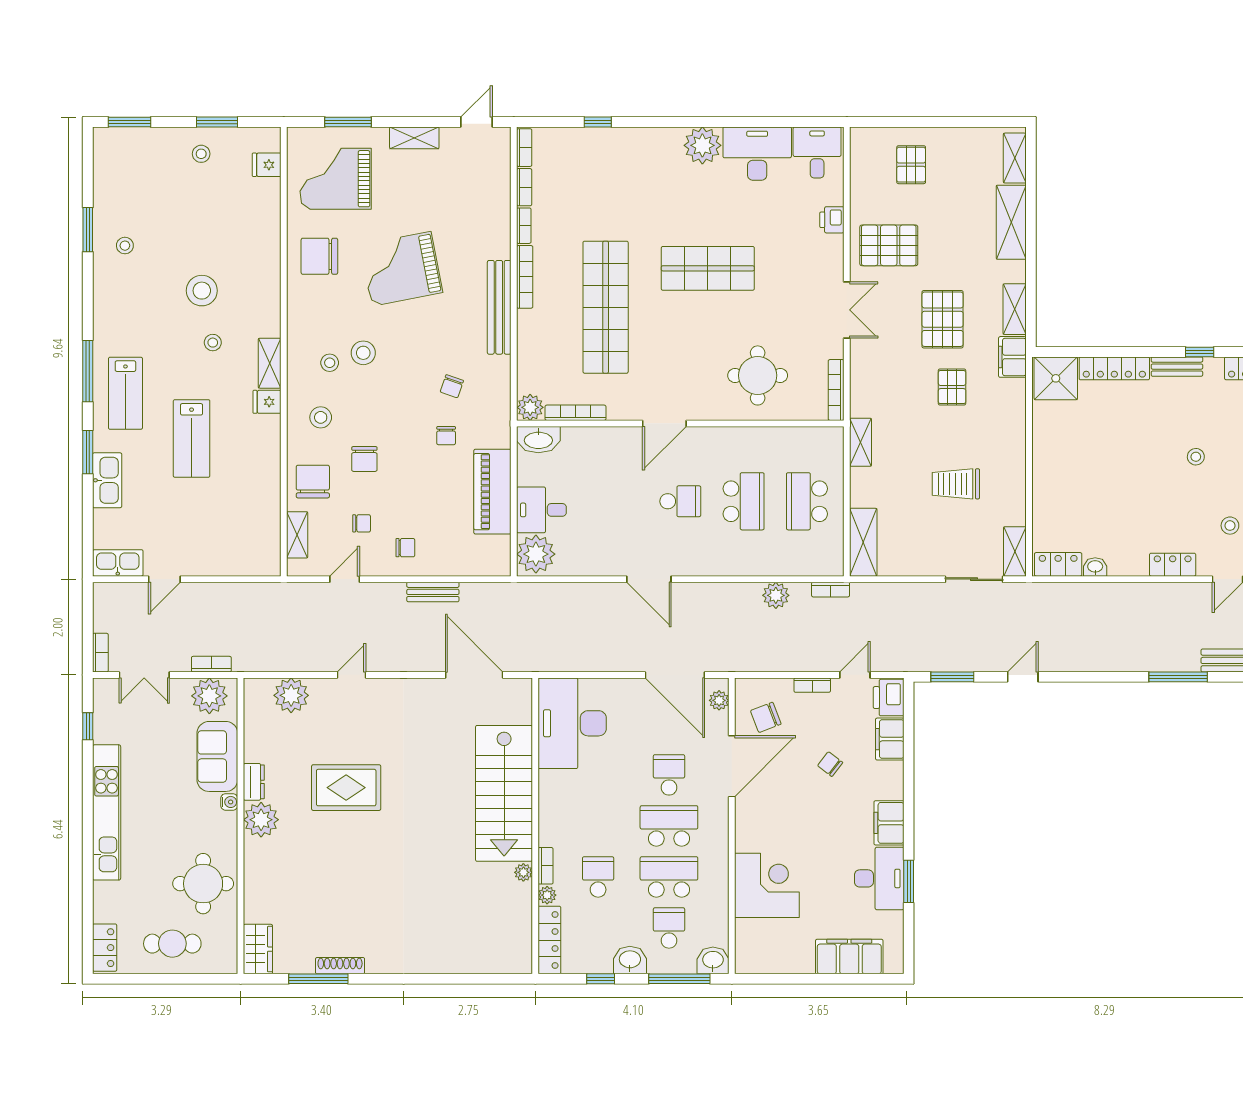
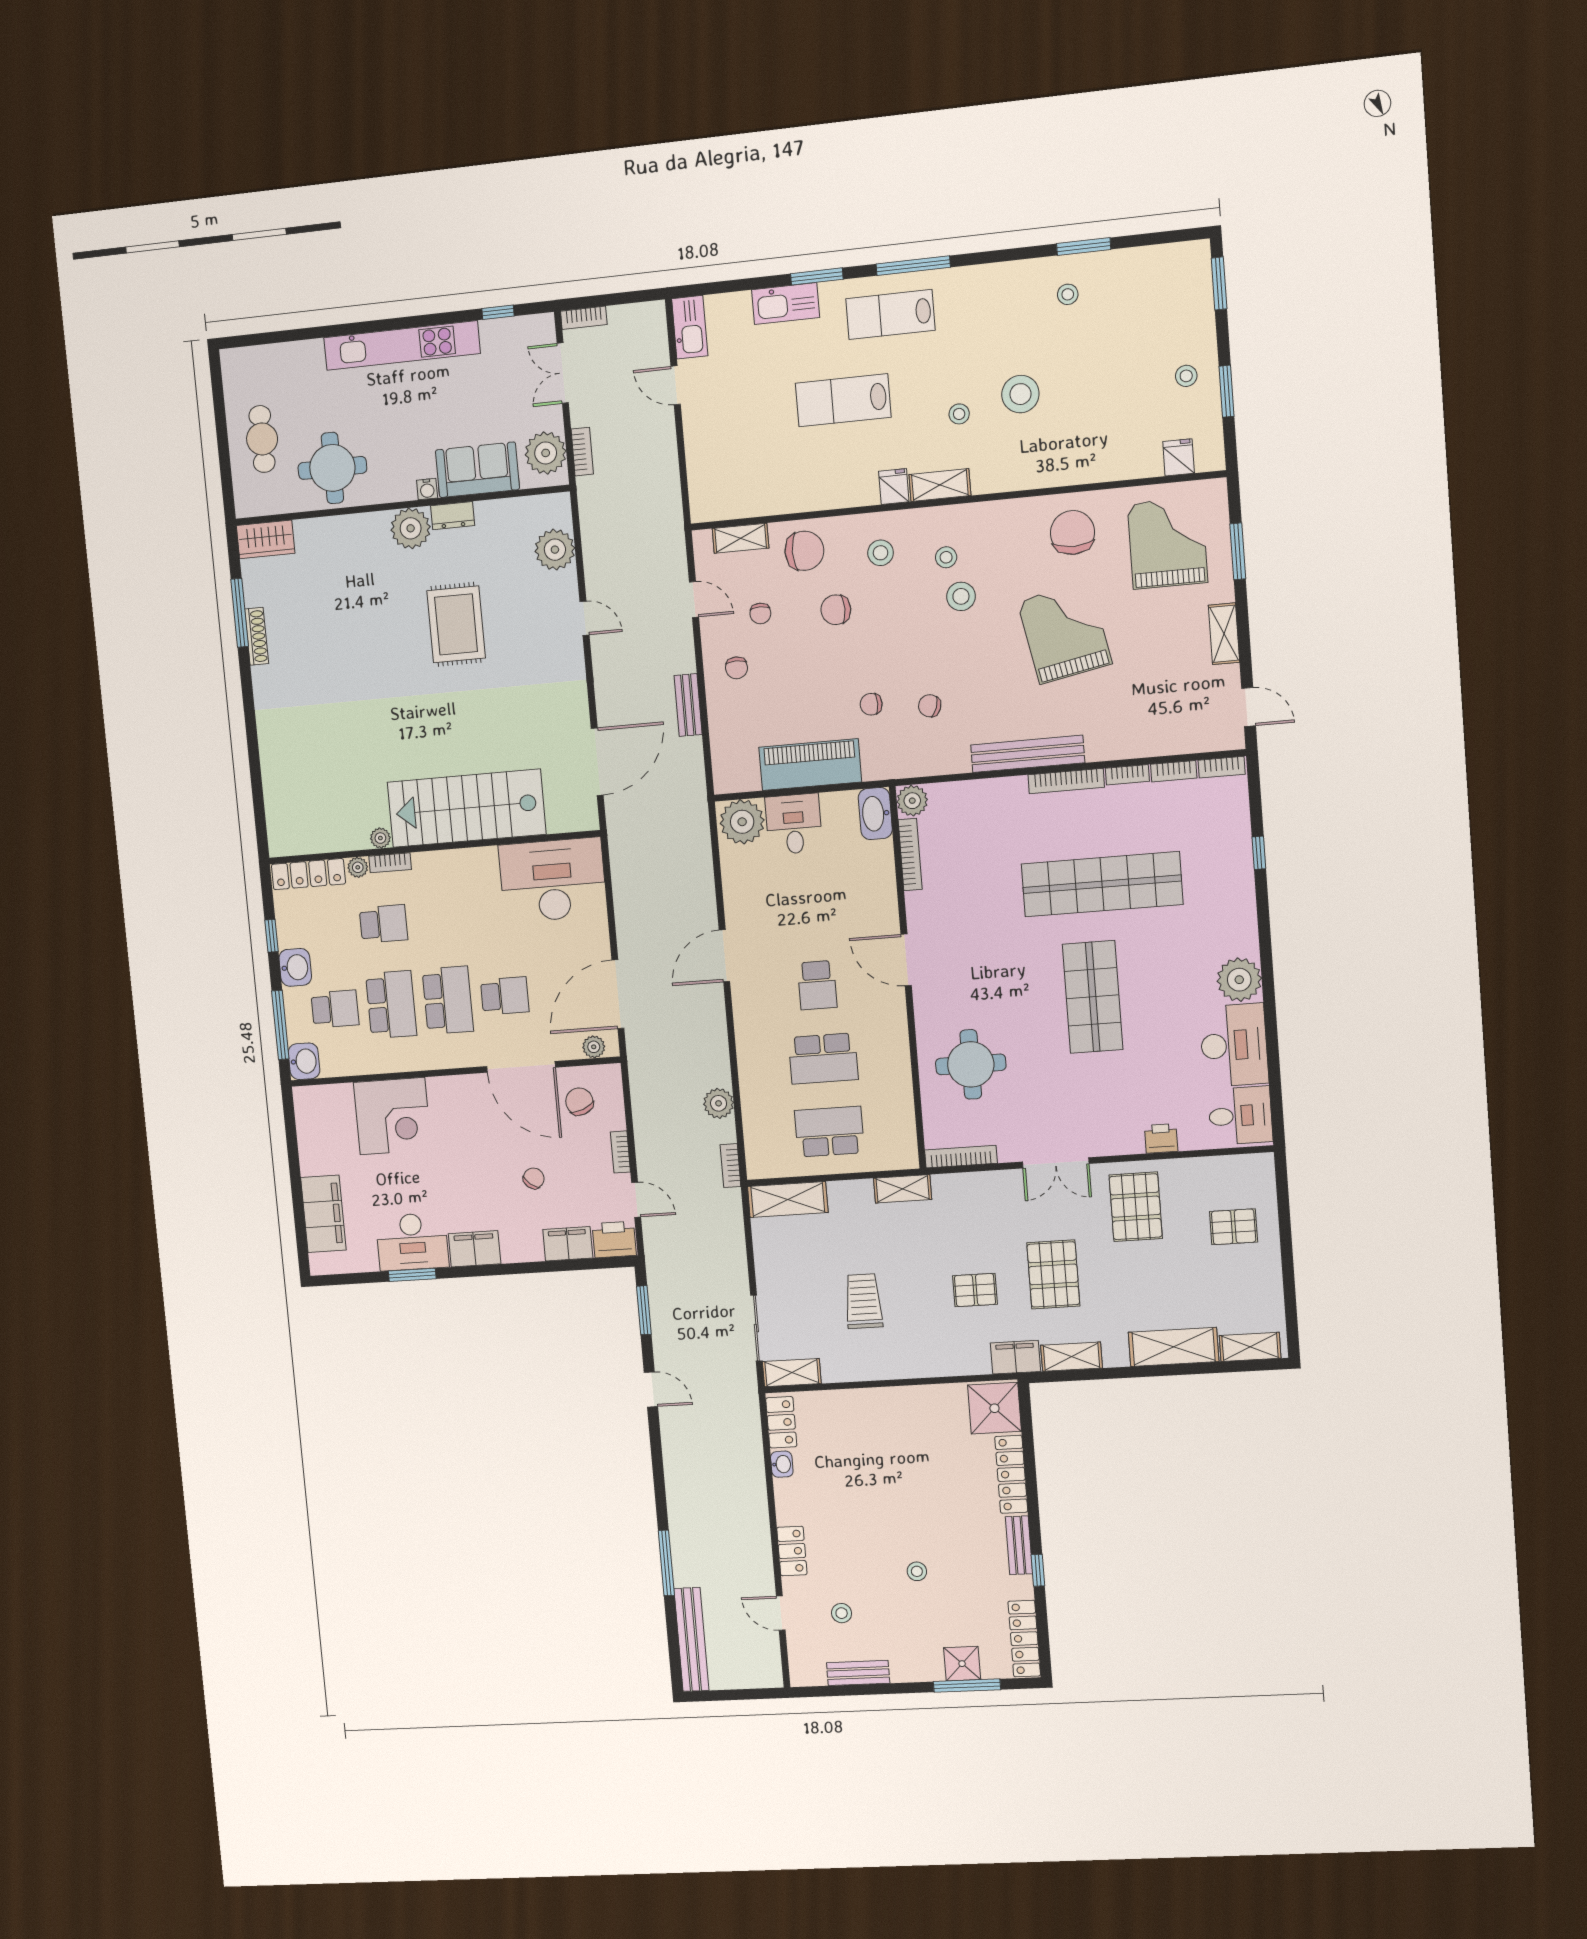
shop shelf: (606, 307) -> (1102, 884), moved
pallet: (943, 319) -> (1053, 1274), turned 90
locker: (105, 948) -> (250, 360), removed

